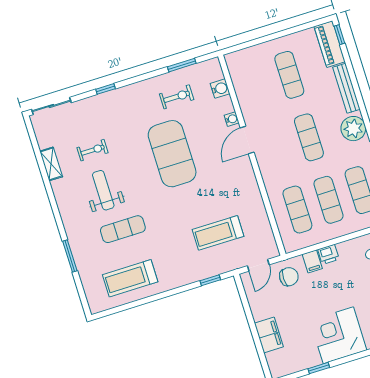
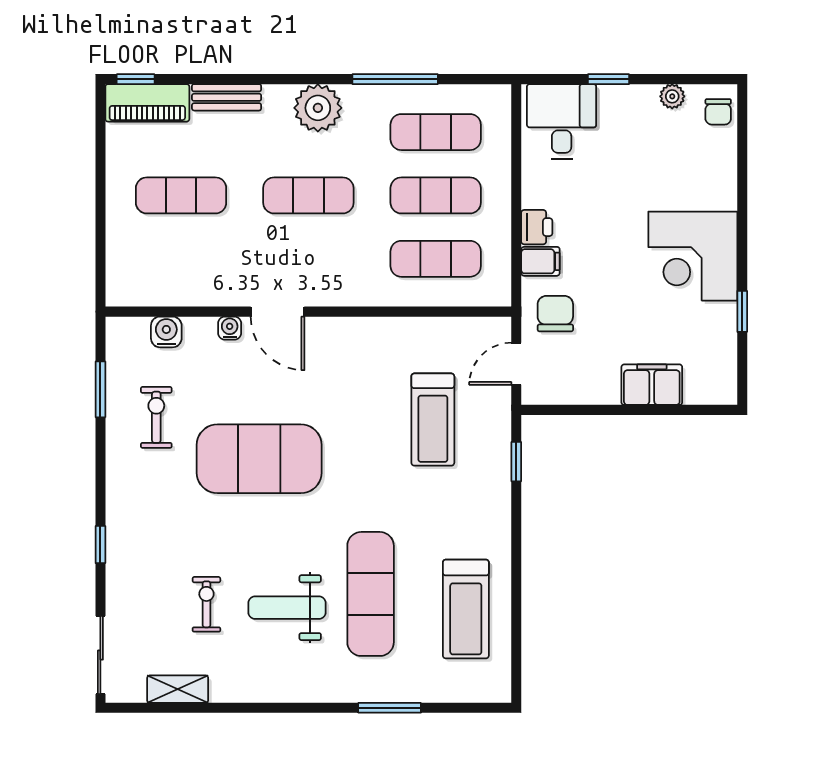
bench: (346, 88) -> (227, 97), width x0.73
shelving: (51, 164) -> (178, 689), moved
exercise mat: (123, 229) -> (371, 594), width x1.36, depth x1.45
door: (258, 265) -> (516, 364), swing flipped

